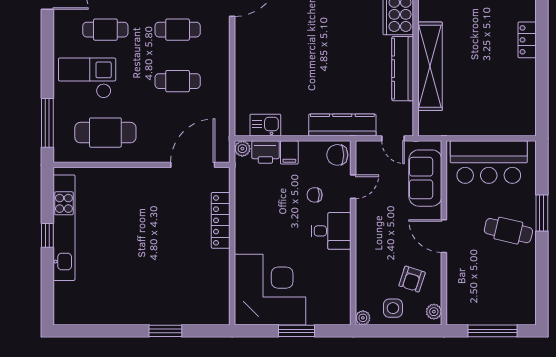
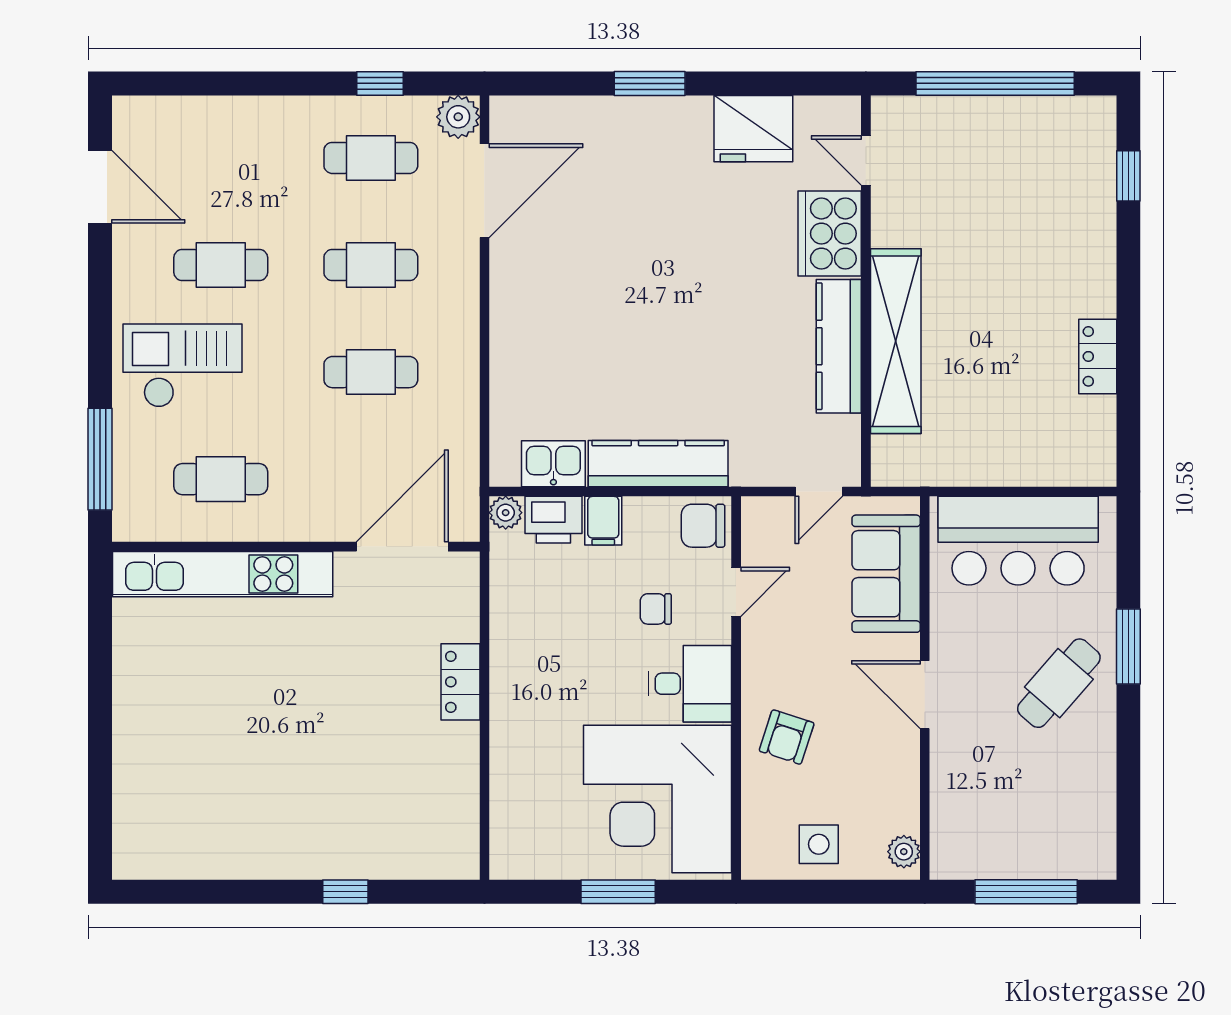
locker: (527, 40) -> (1098, 356), moved
kitchen counter: (342, 125) -> (658, 464), moved
cafe table: (105, 133) -> (221, 479), width x0.73, depth x0.74
door: (393, 138) -> (819, 492), hinge flipped
locker: (221, 220) -> (460, 682), width x0.66
kitchen unit: (64, 228) -> (223, 574), moved, turned 90
cafe table: (508, 231) -> (1059, 683), turned -62
window: (47, 235) -> (100, 693), removed
armchair: (412, 279) -> (787, 737), moved
corner desk: (270, 290) -> (657, 799), moved, turned 180
plant: (363, 318) -> (756, 865), removed
window: (165, 331) -> (345, 892), width x0.67

